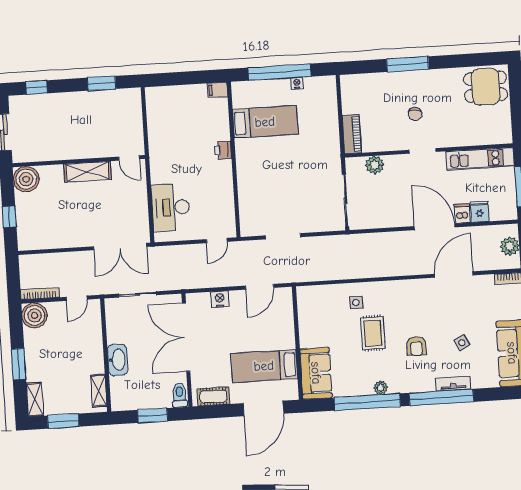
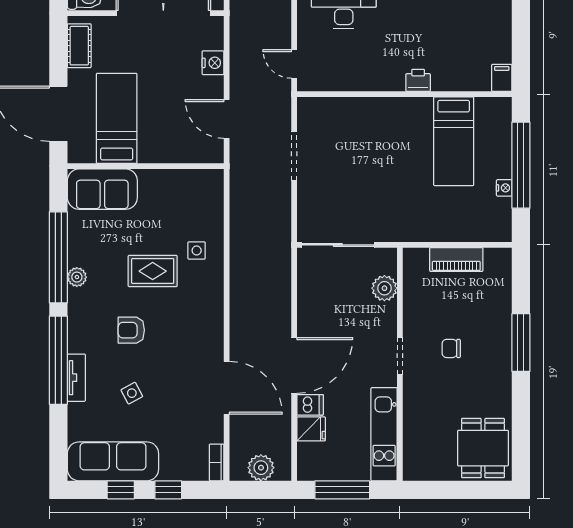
piano: (352, 134) -> (456, 260), moved

